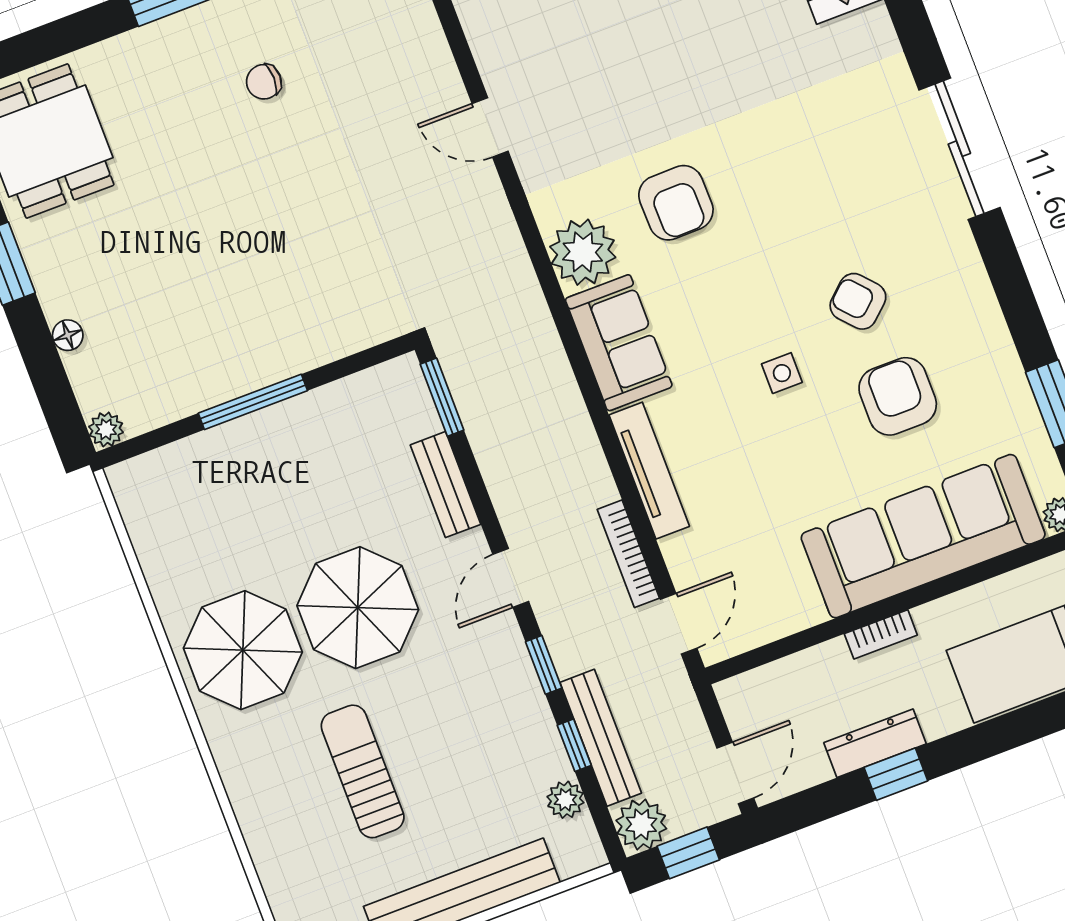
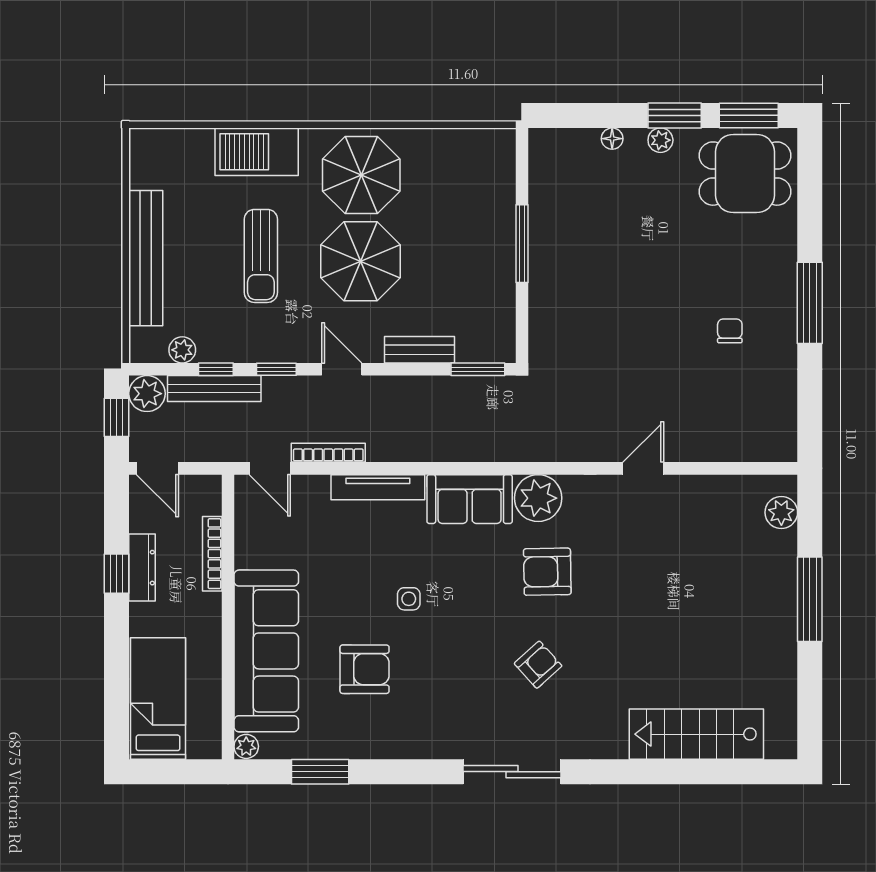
armchair: (858, 301) -> (538, 665), moved
plant: (106, 429) -> (660, 140), moved
bookcase: (881, 634) -> (212, 554), moved, width x1.56
sun lounger: (363, 771) -> (261, 256), moved, turned 90
barbecue: (265, 801) -> (257, 152), added

